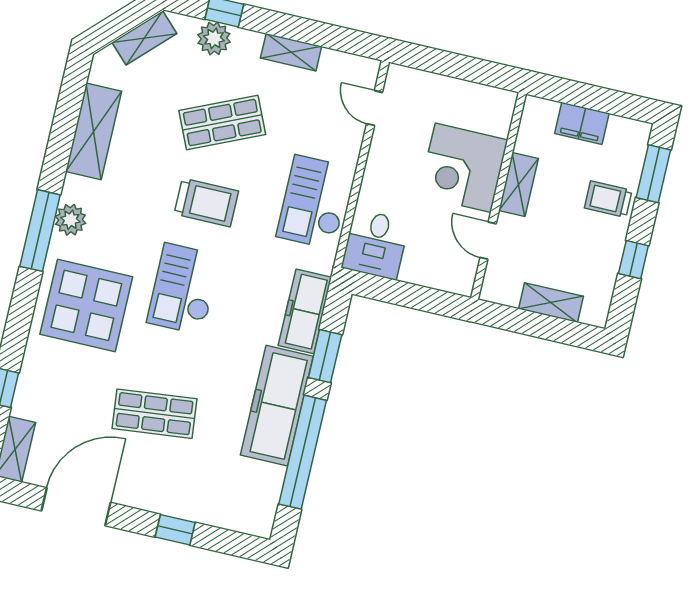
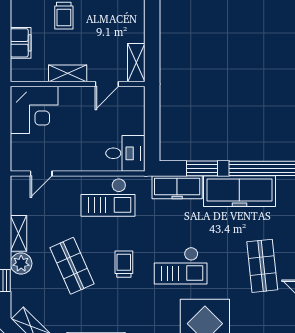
plant: (214, 38) -> (21, 264), moved
corner desk: (463, 168) -> (34, 110), moved
trolley: (206, 202) -> (124, 264), width x0.73, depth x0.72
shelving: (551, 303) -> (136, 63), moved

